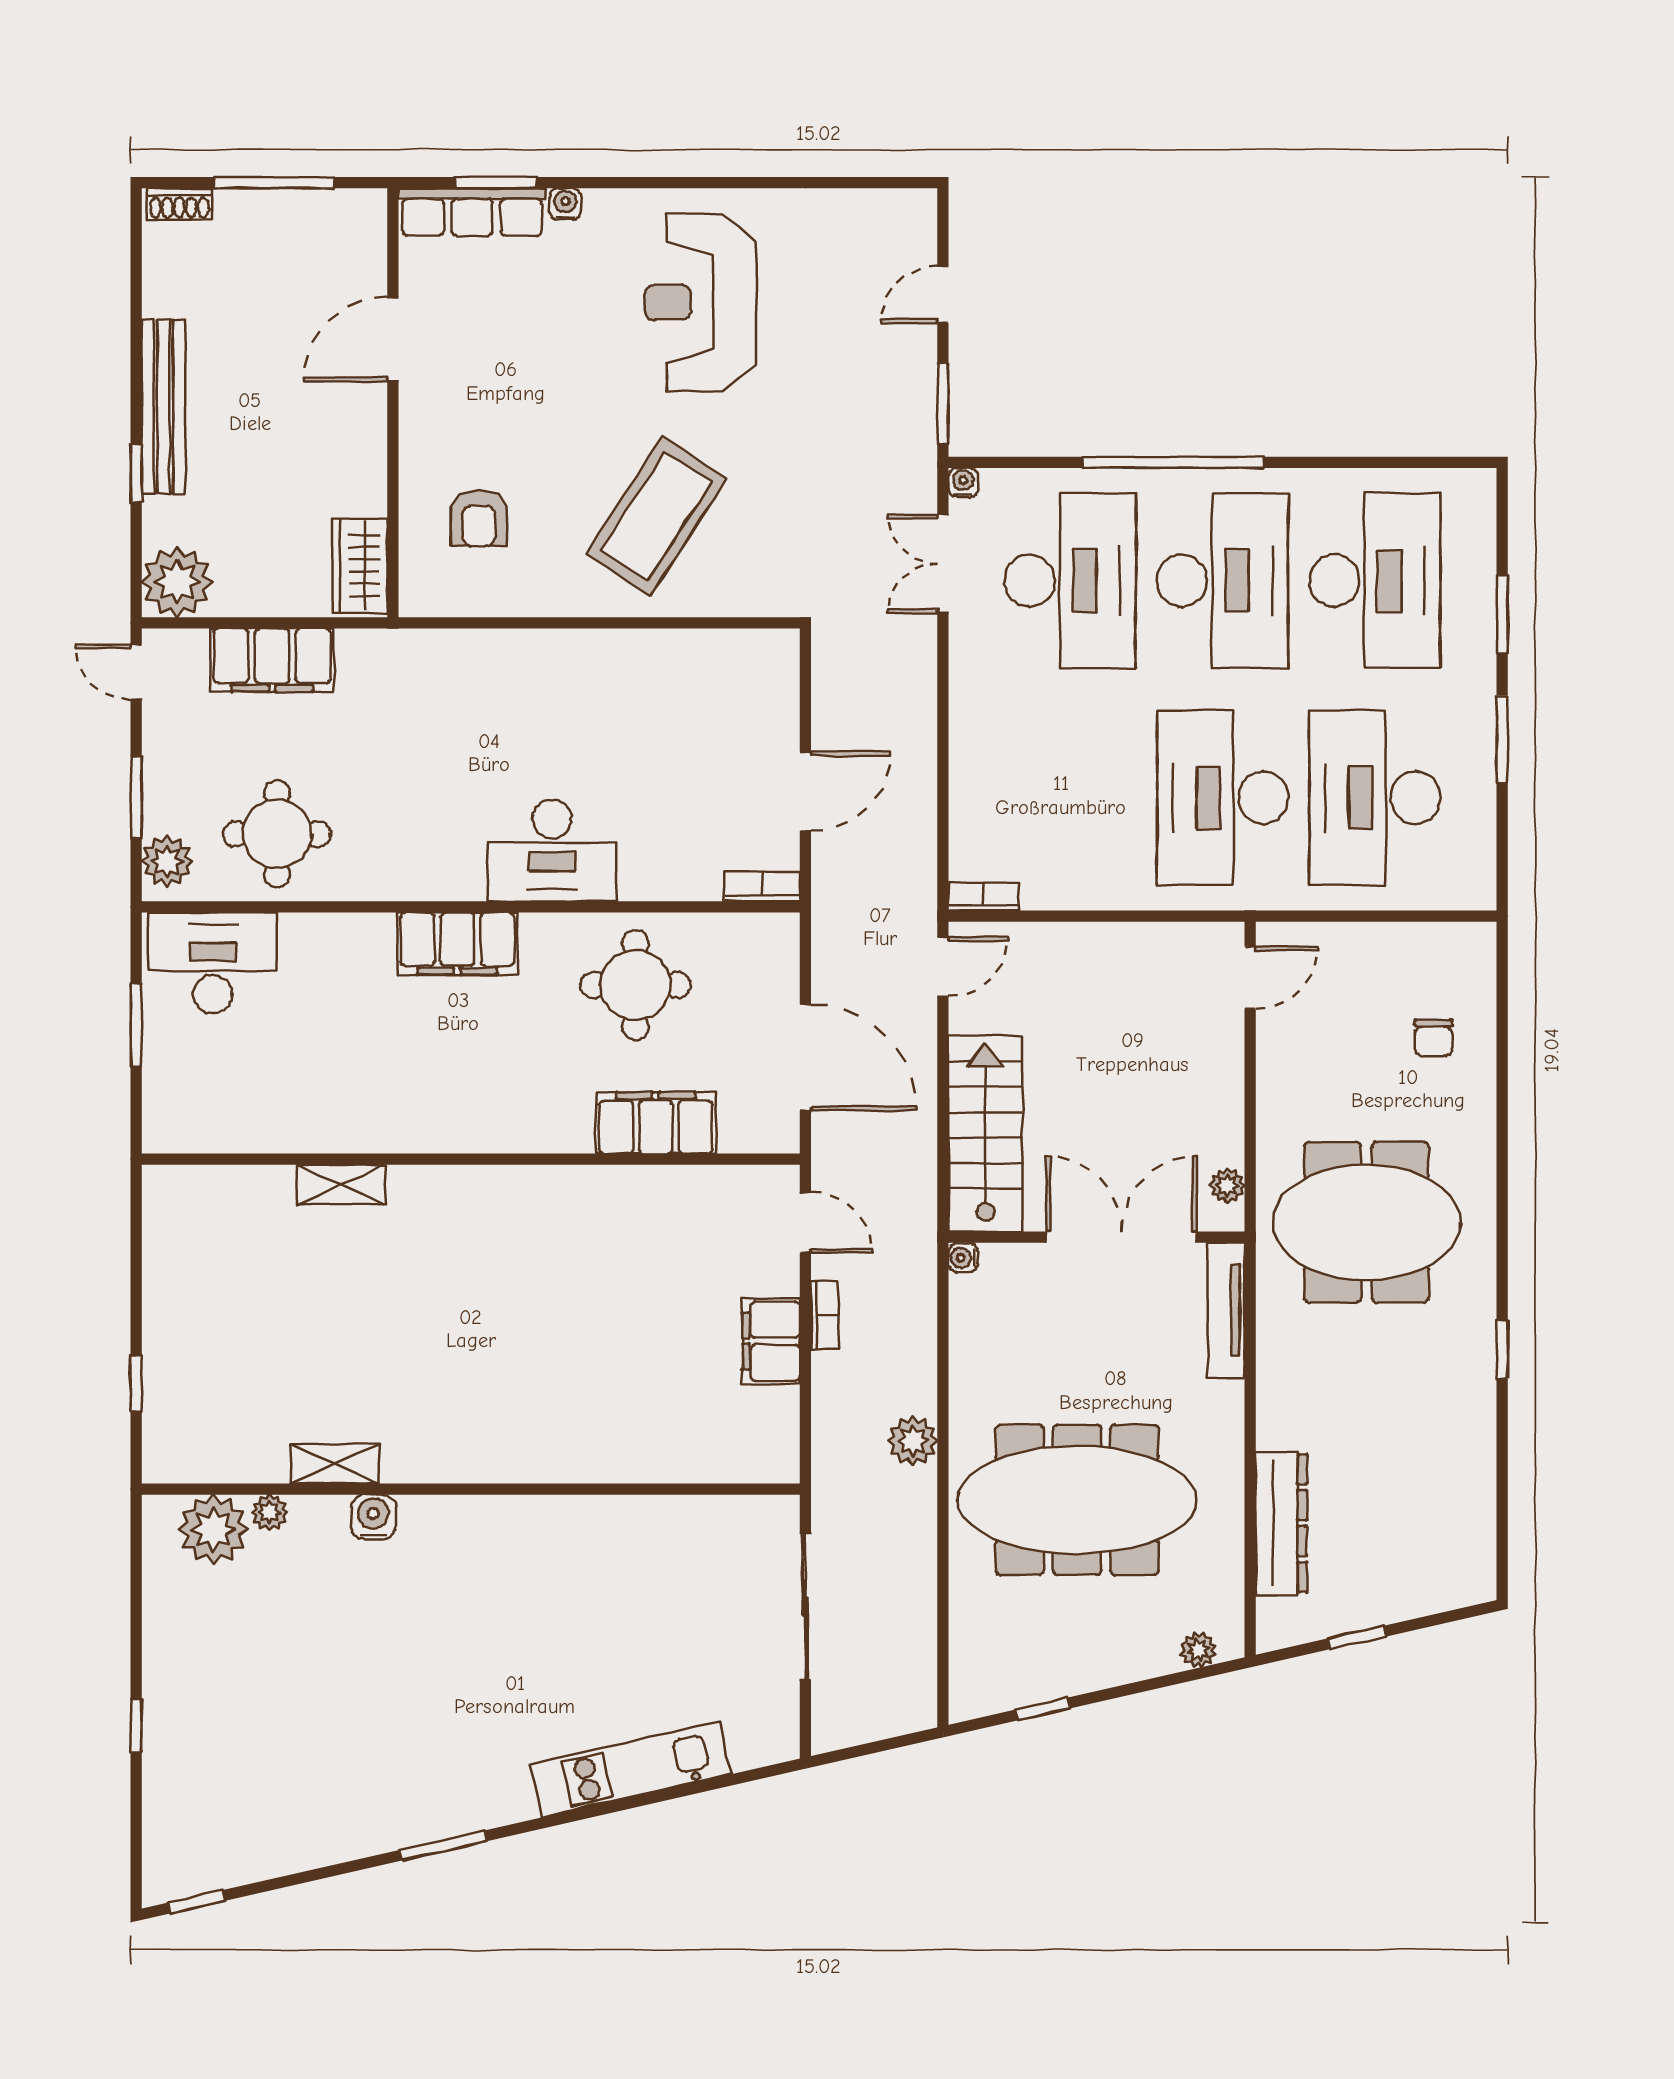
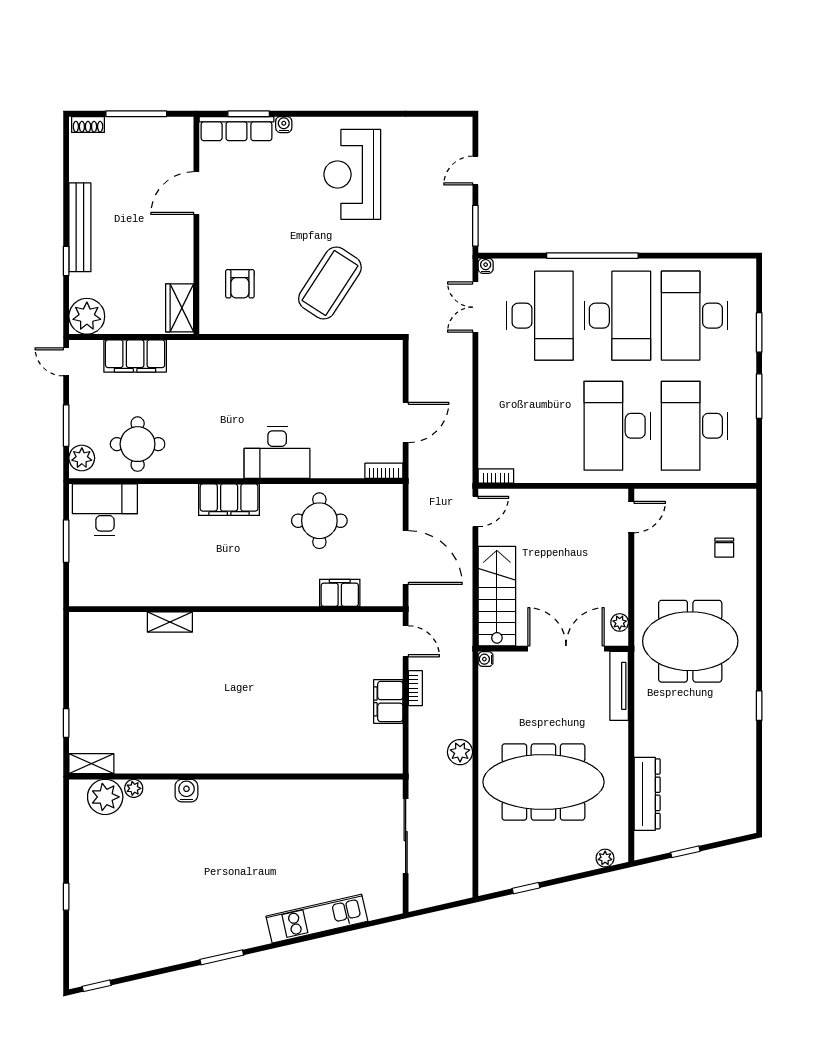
desk: (1375, 581) -> (695, 316), turned 180
filing cabinet: (656, 1123) -> (340, 593), width x0.67, depth x0.86
shelving: (335, 1464) -> (91, 764), moved

